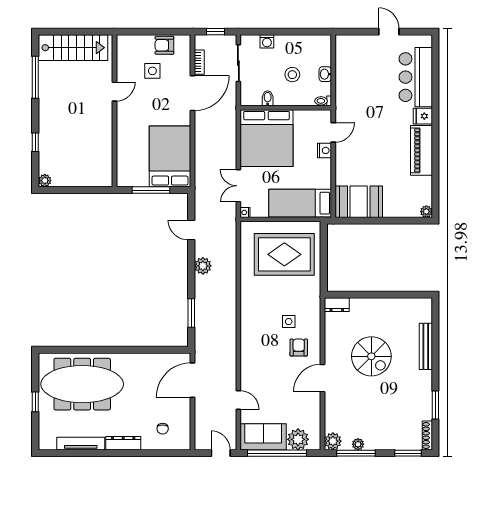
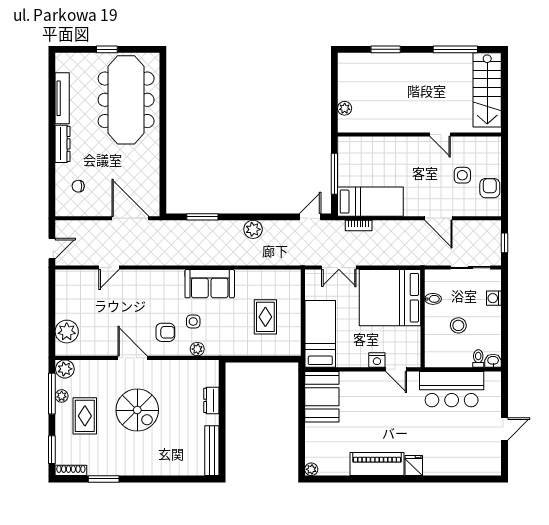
bookcase: (199, 62) -> (359, 226), moved
washbasin: (325, 74) -> (493, 361), moved
bar counter: (416, 77) -> (452, 389), moved, turned 180
door: (192, 93) -> (438, 218), width x0.73
toilet: (323, 101) -> (478, 359), moved
window: (35, 142) -> (386, 49), width x1.50
bed: (170, 156) -> (370, 202), width x0.67
plant: (45, 181) -> (345, 108), moved
double door: (238, 186) -> (339, 268), swing flipped
nightstand: (245, 212) -> (310, 275), removed
door: (191, 230) -> (310, 217), moved
rug: (284, 254) -> (265, 317), width x0.54, depth x0.49
dresser: (337, 305) -> (211, 400), moved
plant: (314, 318) -> (197, 349), added
bench: (426, 346) -> (212, 451), moved, turned 90
spiral stairs: (371, 356) -> (137, 410), moved, turned -90
rug: (377, 423) -> (85, 416), added
sofa: (263, 437) -> (210, 284), moved, turned 90
window: (277, 453) -> (52, 309), removed

